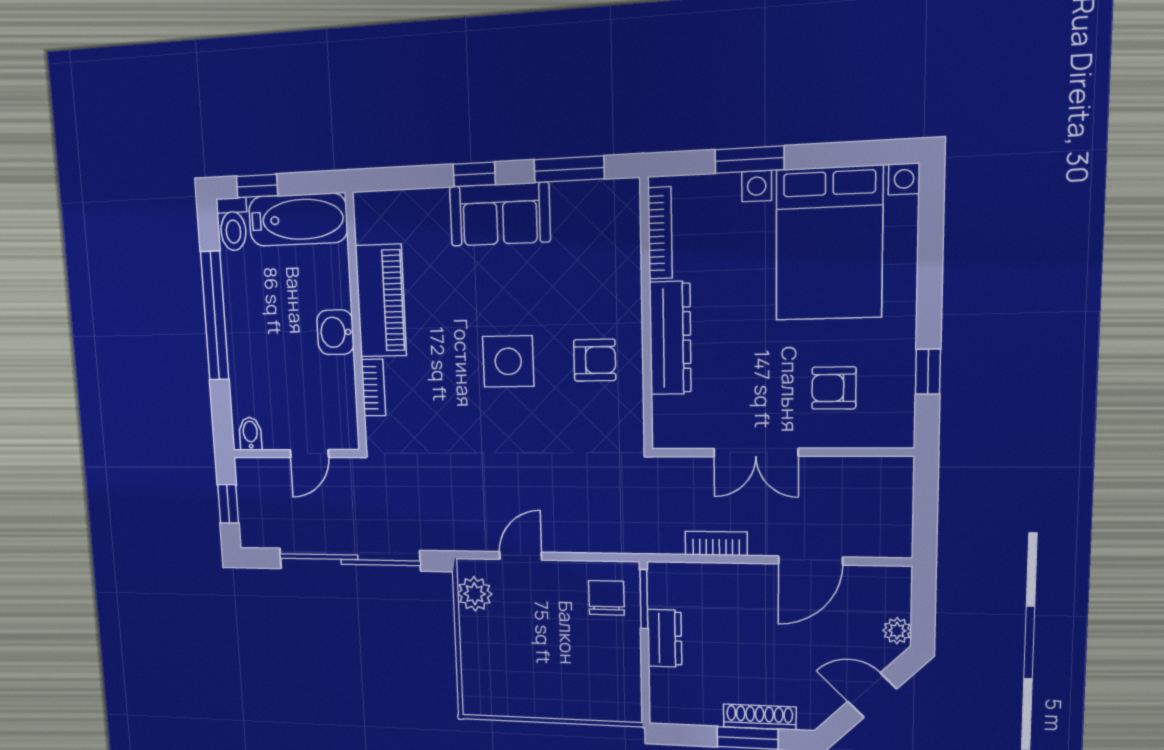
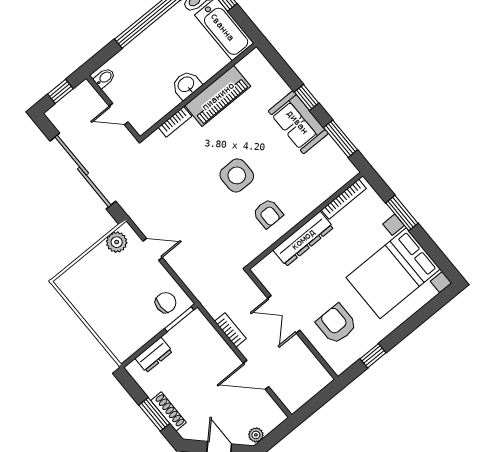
armchair: (834, 388) -> (337, 324), width x1.38, depth x1.38
dresser: (665, 638) -> (154, 355), moved

